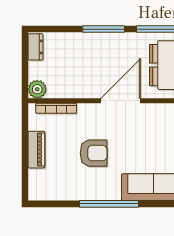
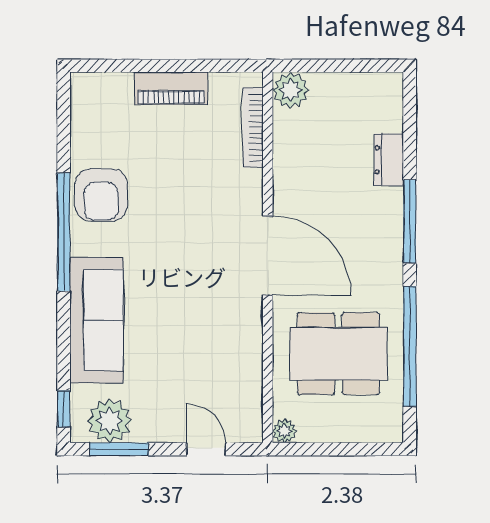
dresser: (35, 47) -> (389, 160), moved, turned 90
armchair: (94, 153) -> (101, 195), moved

